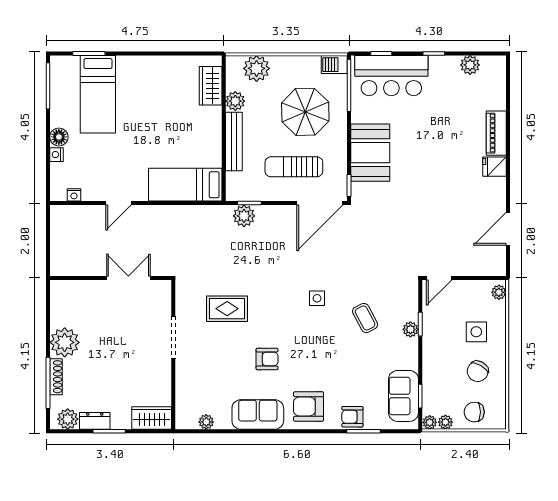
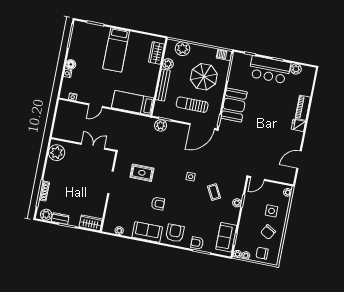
bar counter: (391, 76) -> (270, 70), moved
bed: (98, 94) -> (116, 50), moved
plant: (65, 342) -> (57, 153), moved
armchair: (309, 406) -> (175, 233), turned 90

